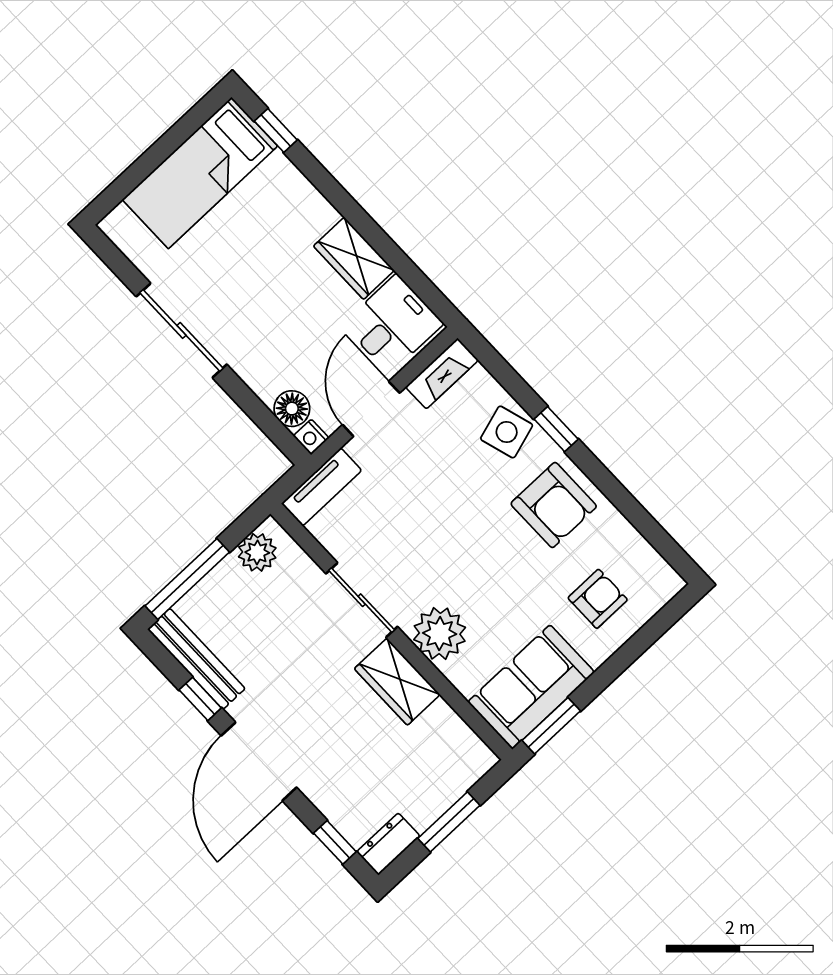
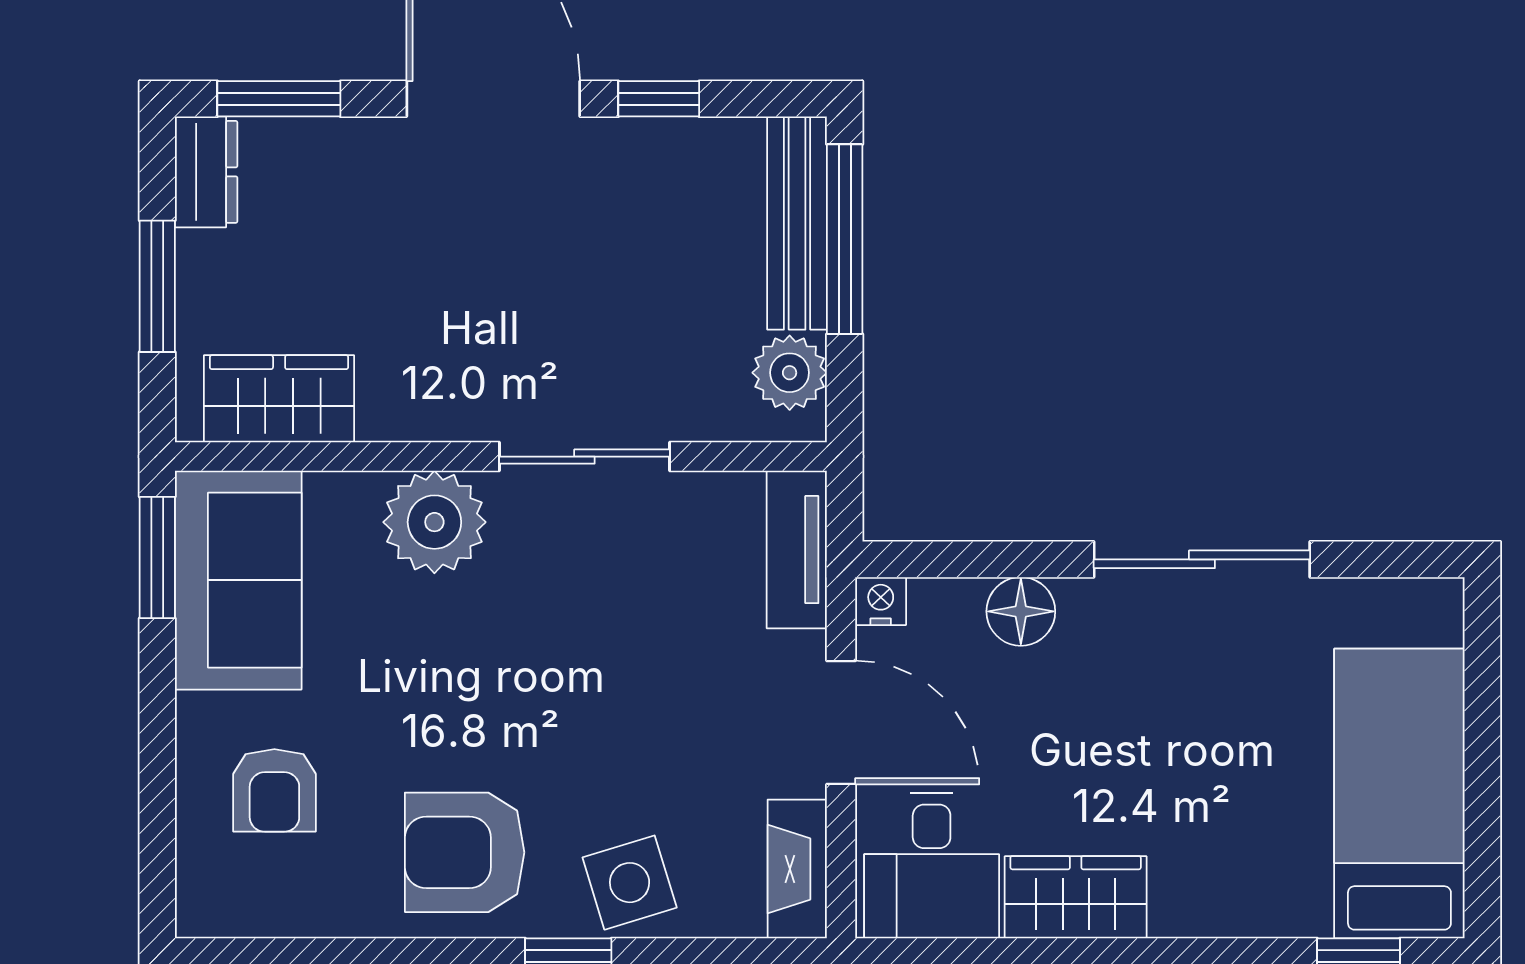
floor lamp: (292, 409) -> (1021, 611), moved
bench: (196, 659) -> (797, 223), moved, turned 90
wardrobe: (397, 682) -> (279, 399), moved
window: (335, 842) -> (279, 99), width x1.50

